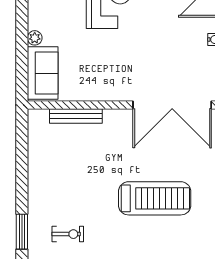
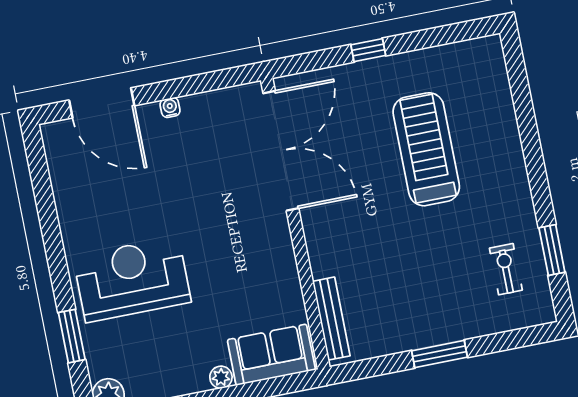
bench: (76, 116) -> (331, 319), moved
window: (22, 232) -> (439, 354), moved

